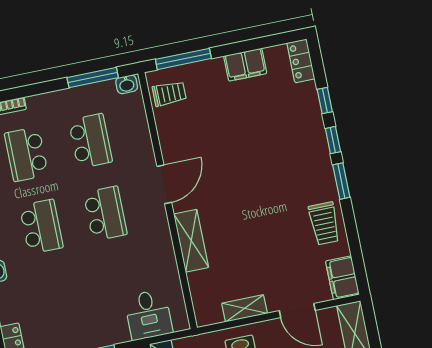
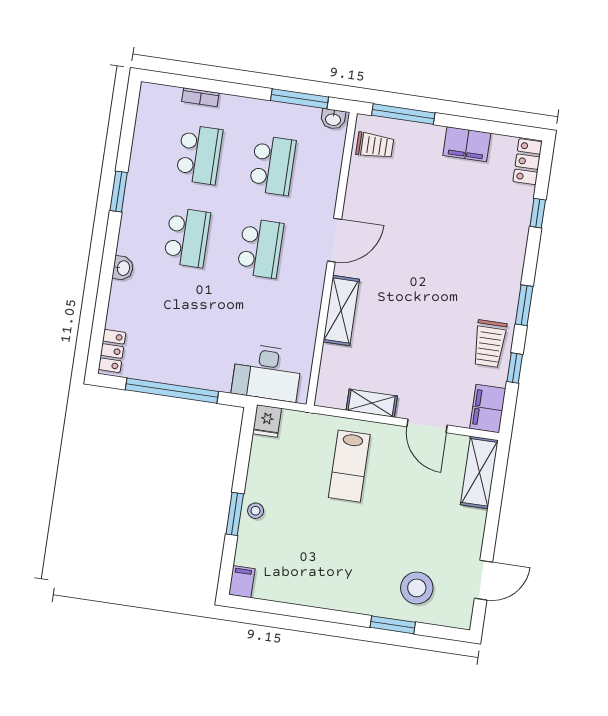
window: (333, 140) -> (515, 368), moved
school desk: (26, 154) -> (199, 155), turned 180
desk: (148, 315) -> (267, 373), width x1.37

